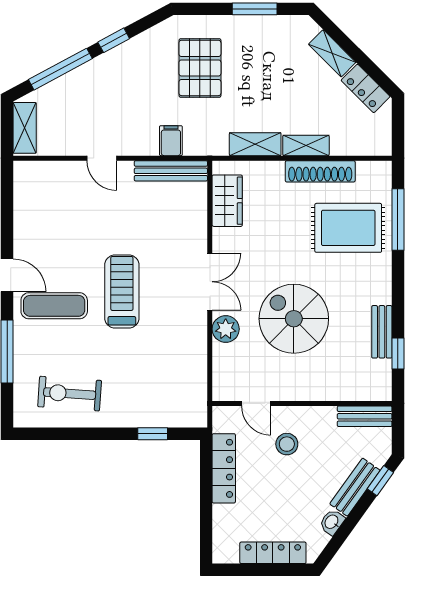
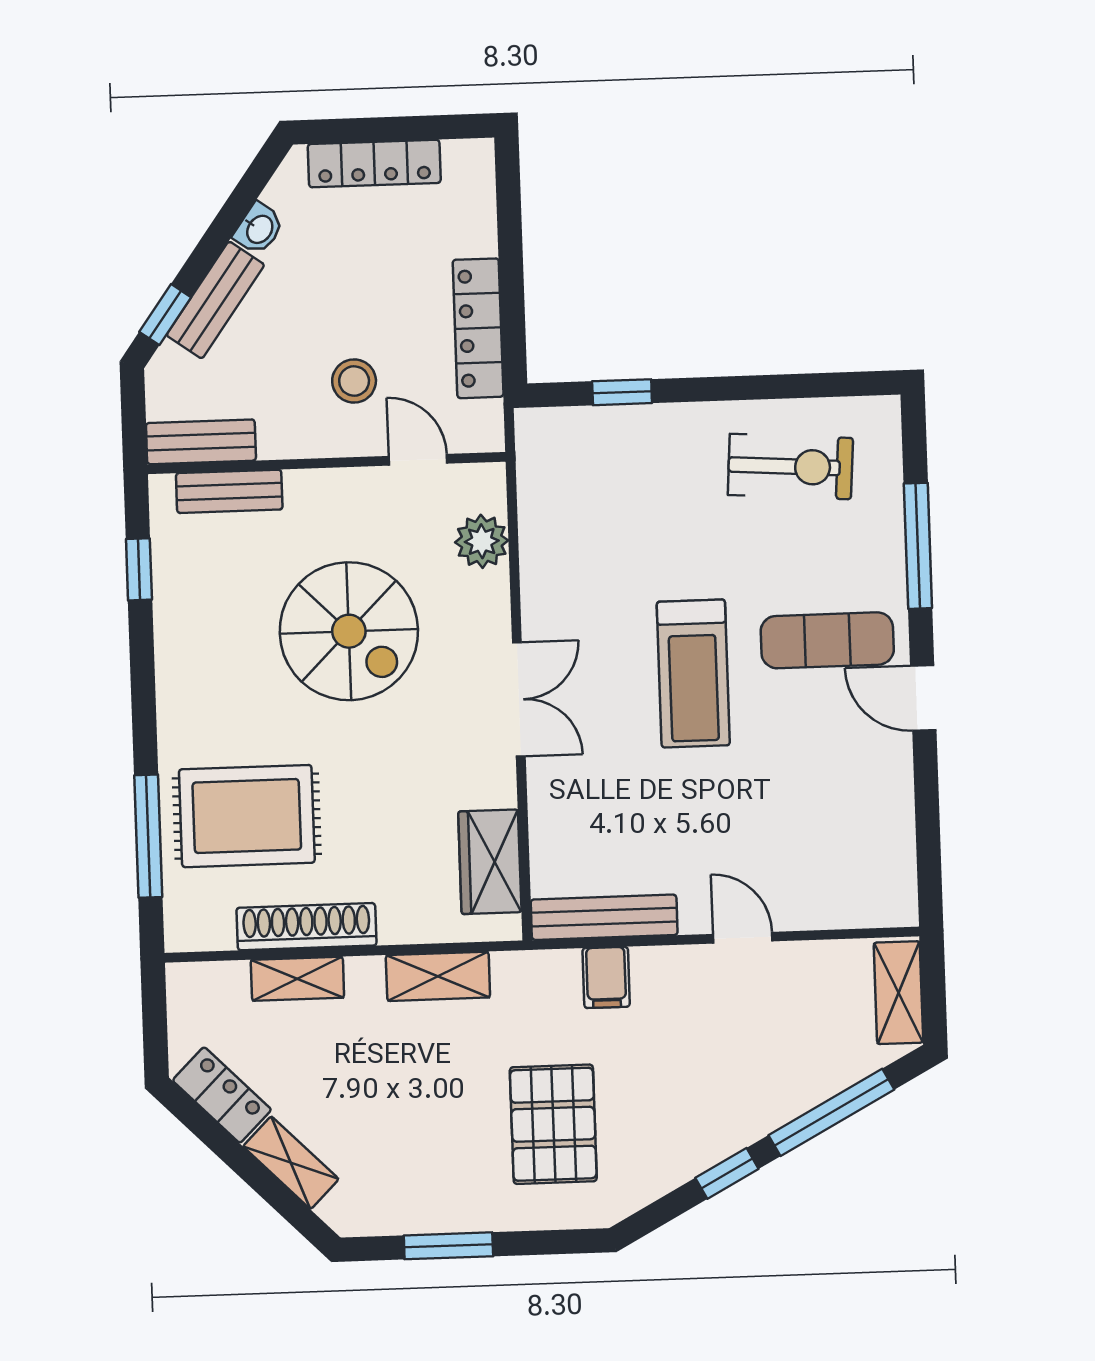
shelving: (306, 145) -> (297, 979), moved
double door: (210, 282) -> (519, 699), swing flipped
plant: (226, 329) -> (482, 541), moved
bench: (382, 332) -> (229, 491), moved, turned 90

